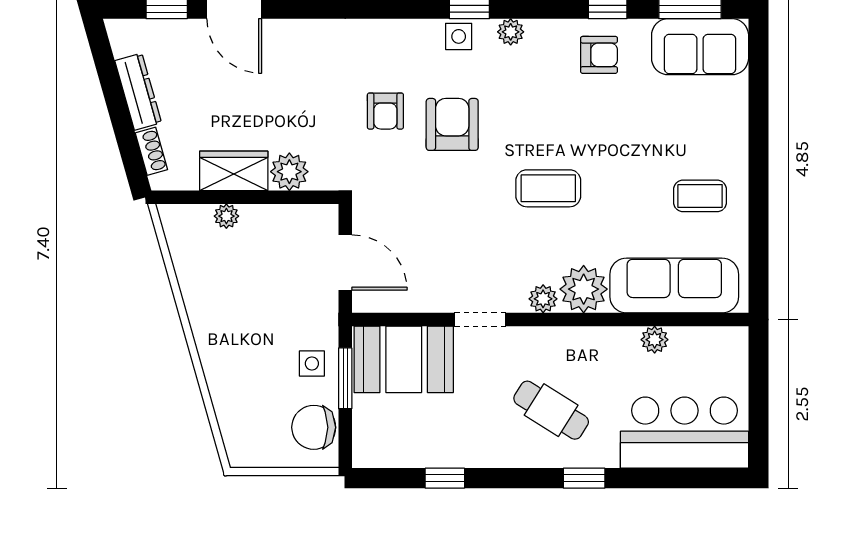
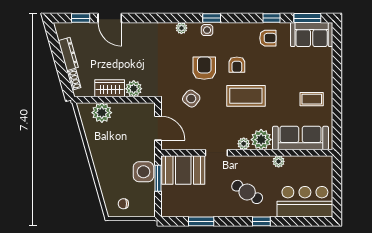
plant: (511, 32) -> (181, 28), moved
armchair: (385, 111) -> (237, 65), moved
coffee table: (548, 188) -> (246, 96), width x1.36, depth x1.32
side table: (422, 195) -> (191, 99), added
plant: (226, 216) -> (102, 113), width x1.88, depth x1.88
plant: (655, 340) -> (279, 161), moved
side table: (312, 363) -> (143, 172), width x1.87, depth x1.87
chair: (314, 427) -> (123, 204), moved, width x0.54, depth x0.54
window: (445, 478) -> (201, 221), width x1.50

